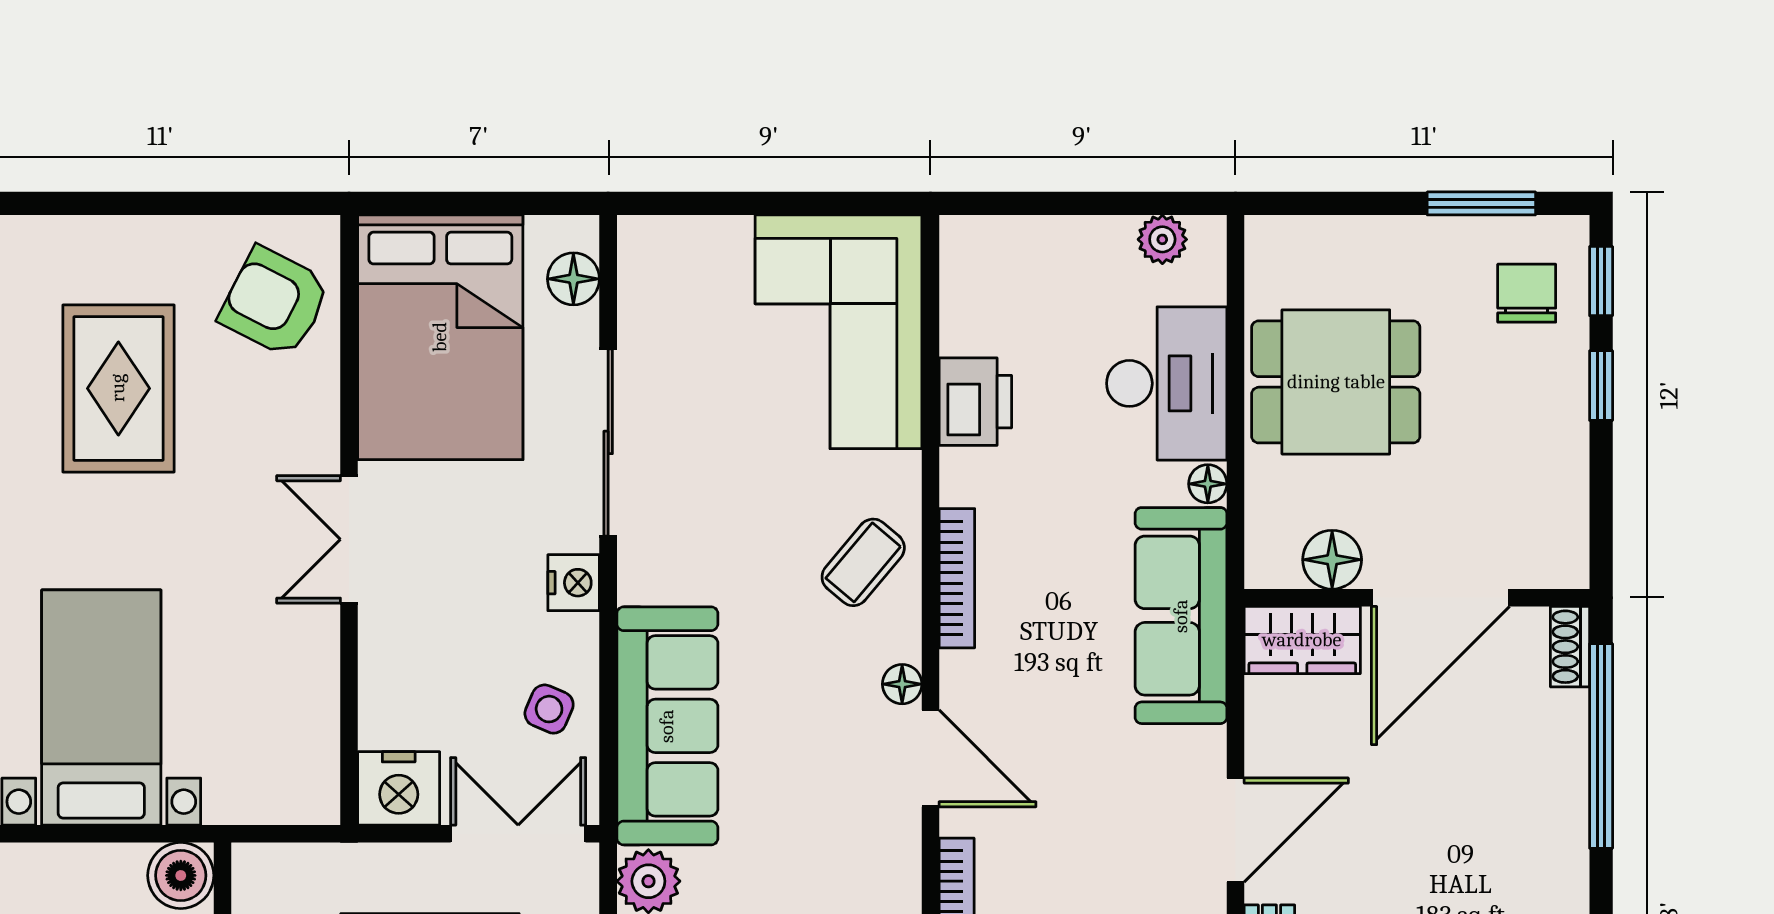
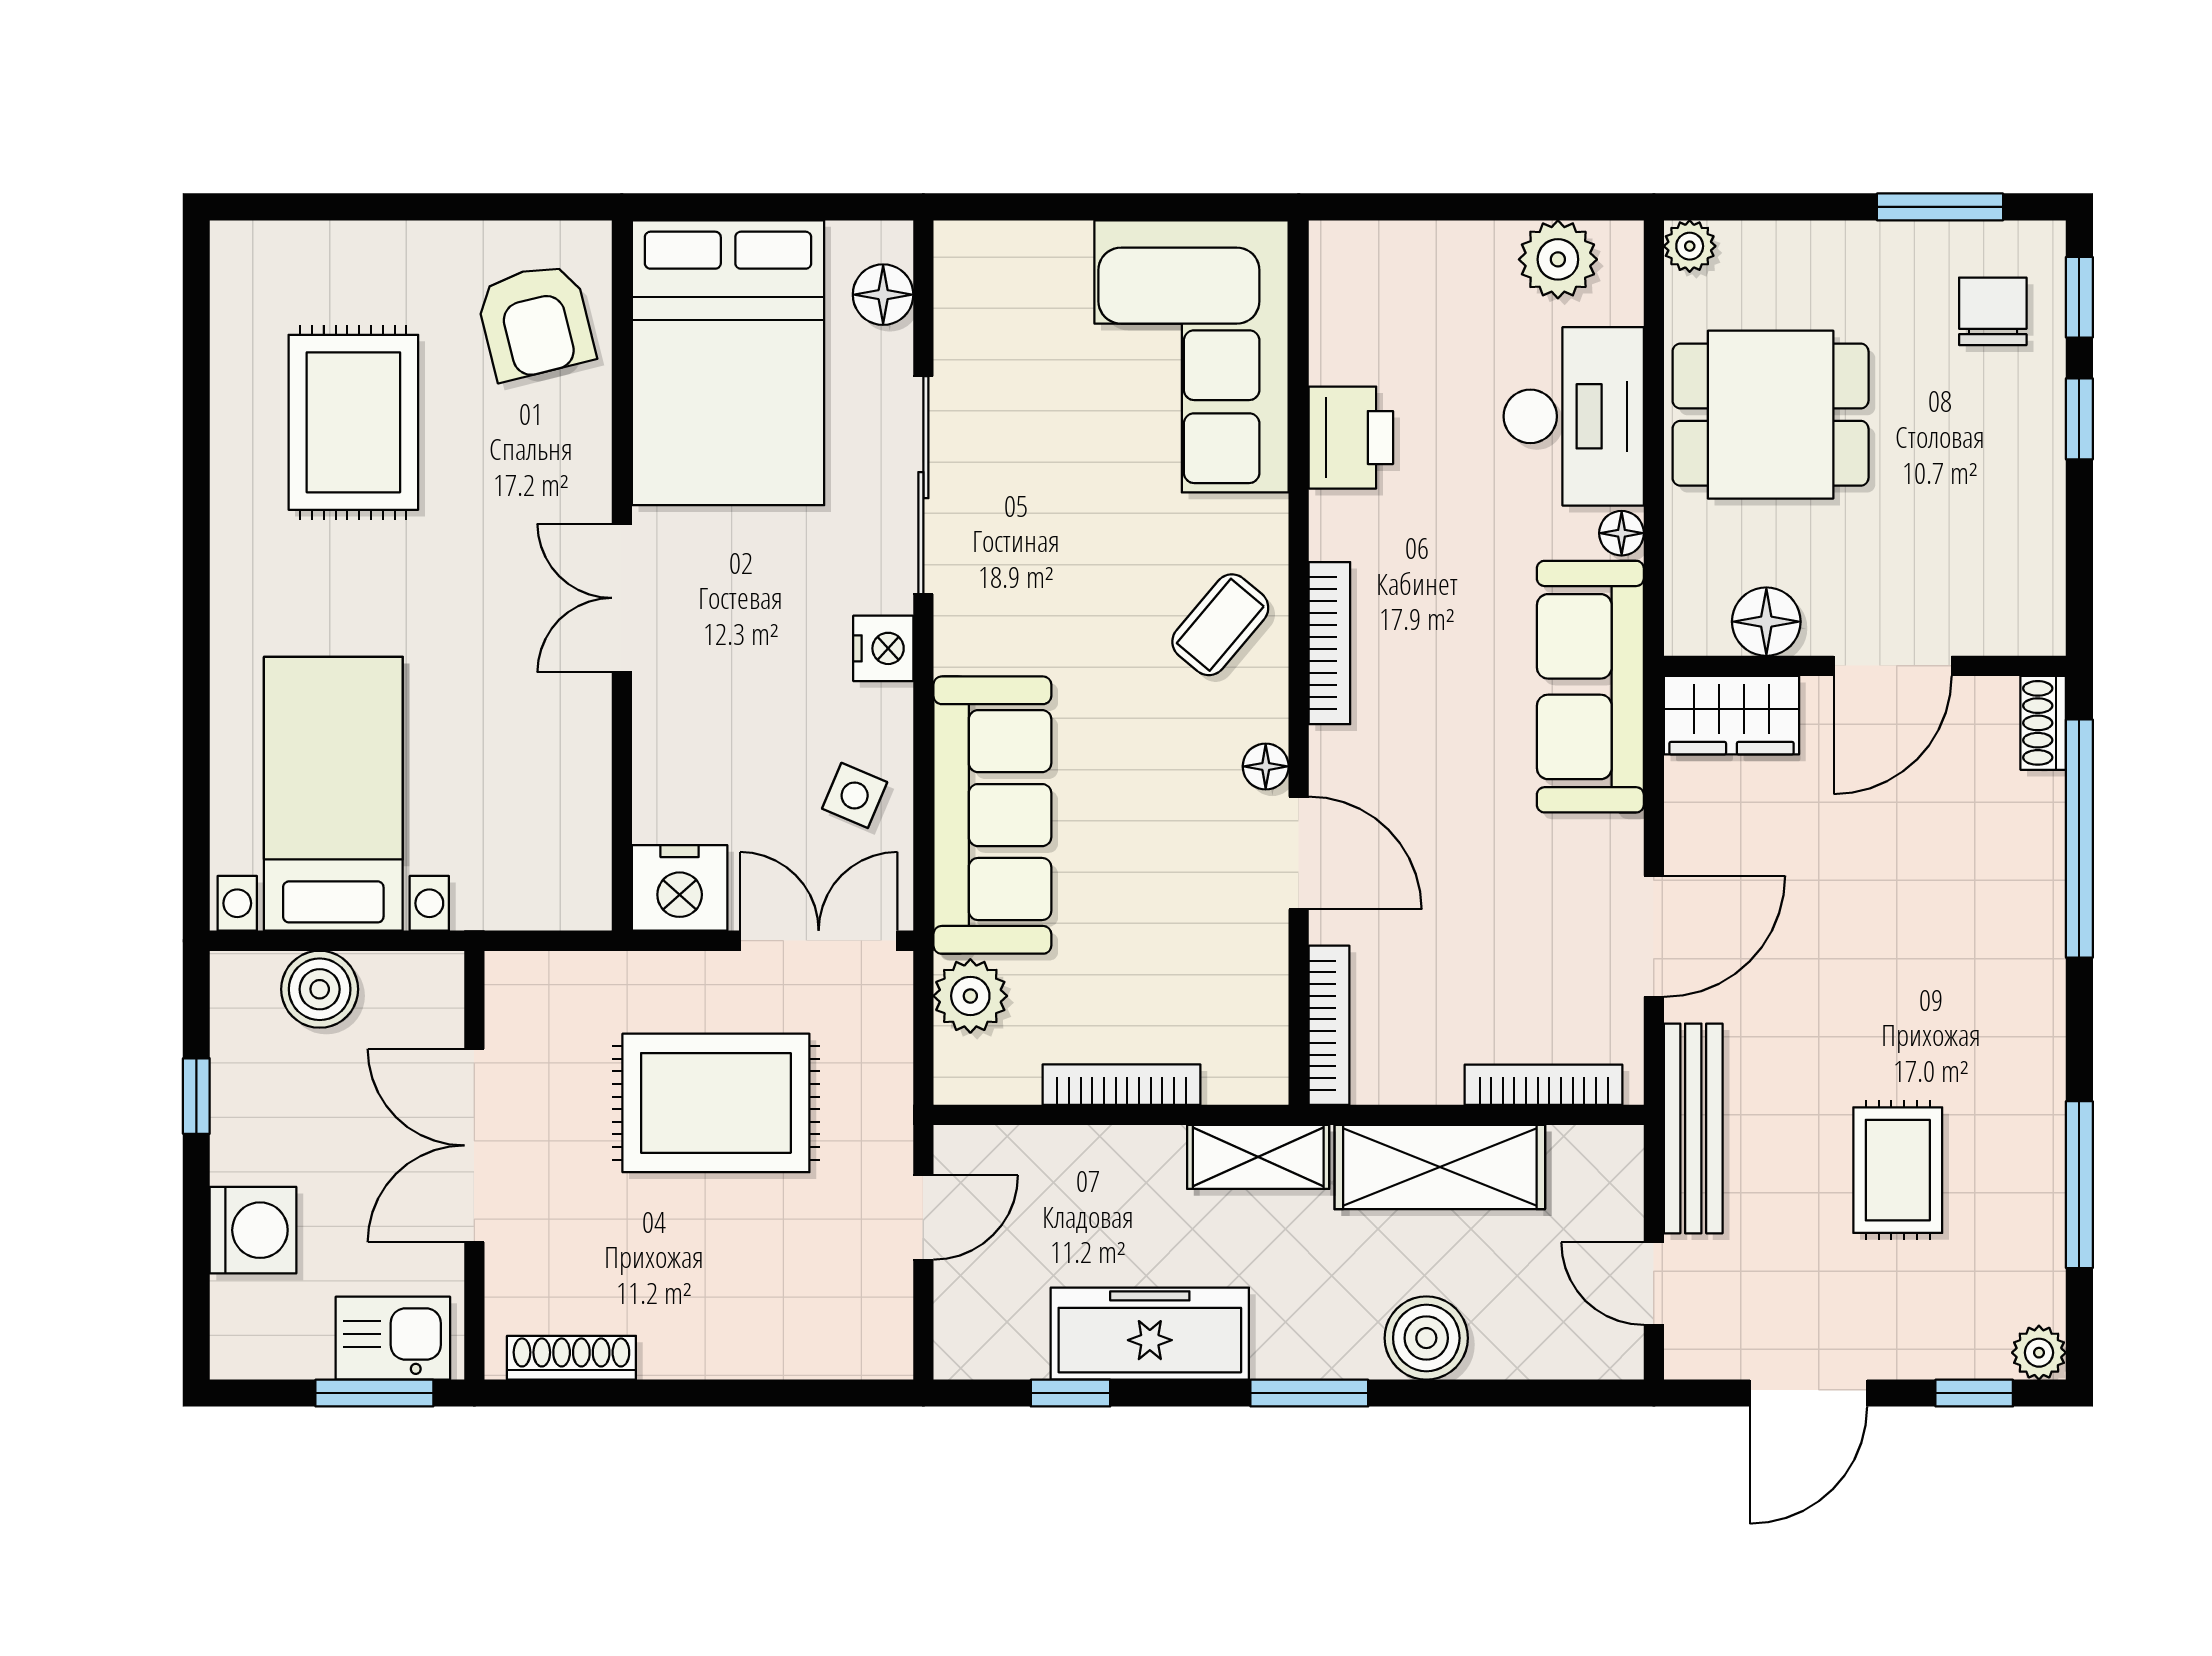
plant: (1266, 237) -> (1690, 246), added
plant: (1162, 239) -> (1558, 259), width x1.38, depth x1.38
armchair: (275, 302) -> (535, 321), turned -131
door: (1441, 598) -> (1893, 666), width x0.73
boiler: (181, 875) -> (320, 989), moved

